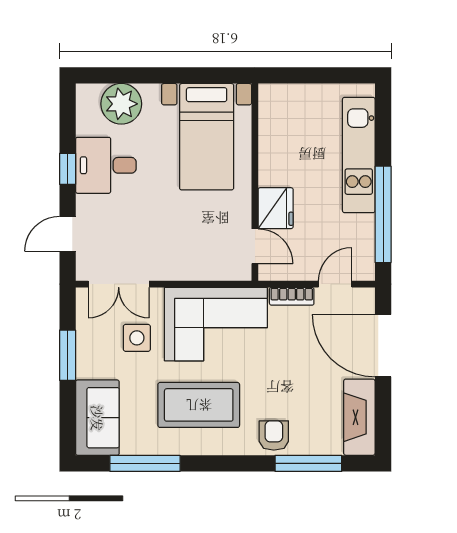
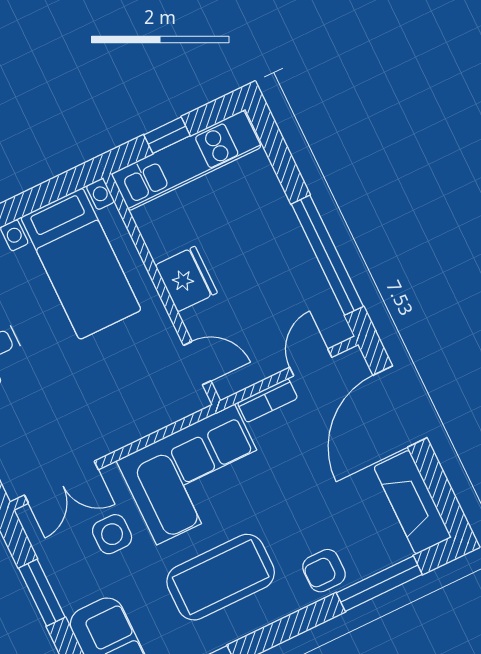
window: (311, 75) -> (167, 135), added
kitchen unit: (359, 155) -> (186, 160), moved, turned -90
fridge: (276, 208) -> (186, 279), moved
door: (383, 346) -> (400, 407), hinge flipped
armchair: (274, 435) -> (324, 571), turned -90

